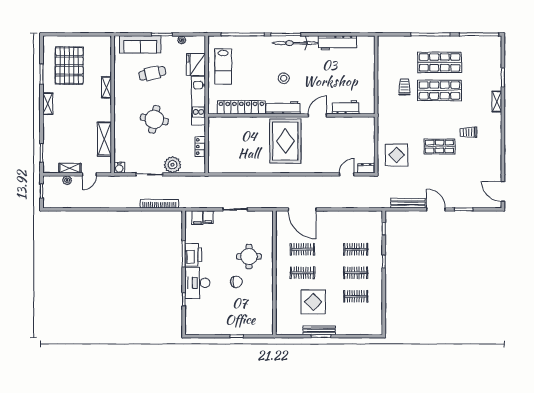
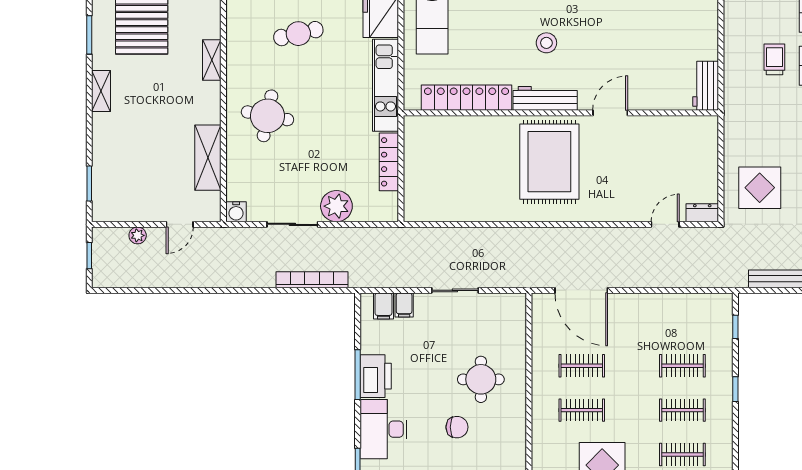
workbench: (346, 107) -> (706, 86), moved, turned -90
round table: (154, 119) -> (267, 116), moved
locker: (200, 147) -> (389, 162), width x1.53
shelving: (70, 168) -> (143, 212), removed

